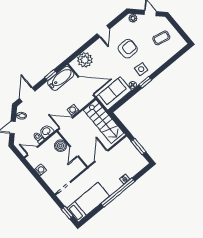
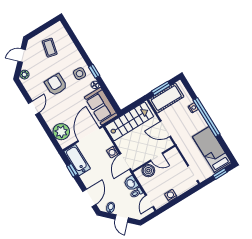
door: (103, 31) -> (34, 108), hinge flipped
door: (27, 95) -> (89, 198), swing flipped
cot: (130, 153) -> (166, 98), added

